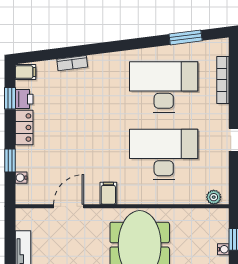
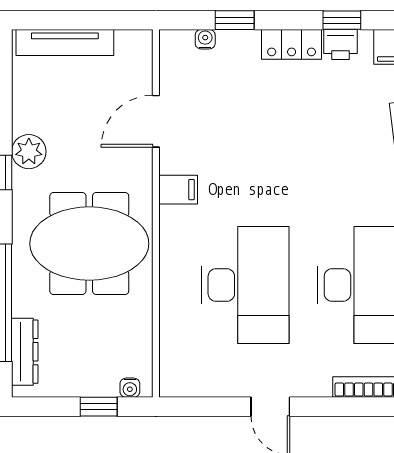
plant: (214, 197) -> (172, 371), removed
door: (69, 206) -> (156, 121), swing flipped
water cooler: (223, 249) -> (130, 388), moved

